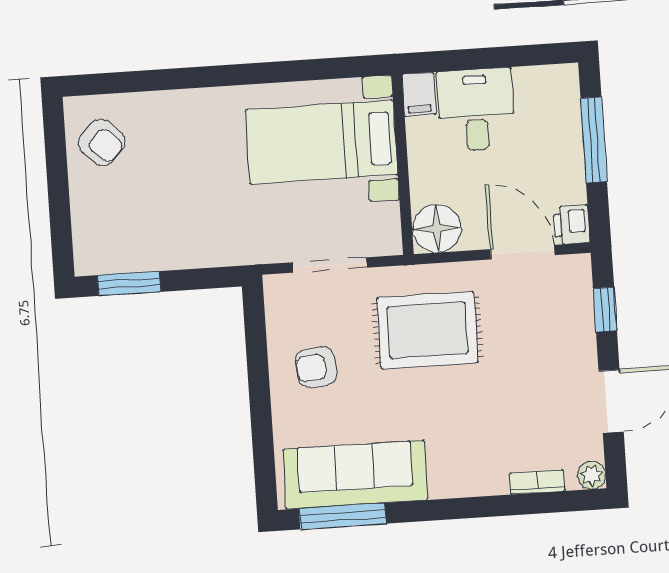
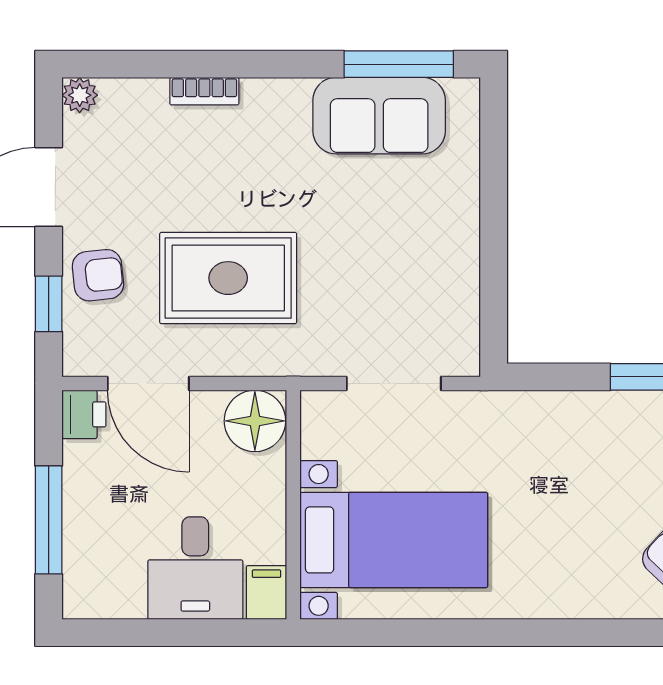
rug: (427, 330) -> (228, 278), moved
armchair: (316, 367) -> (98, 275), moved
sofa: (355, 475) -> (379, 116), width x0.73
bookcase: (537, 482) -> (204, 91), moved

